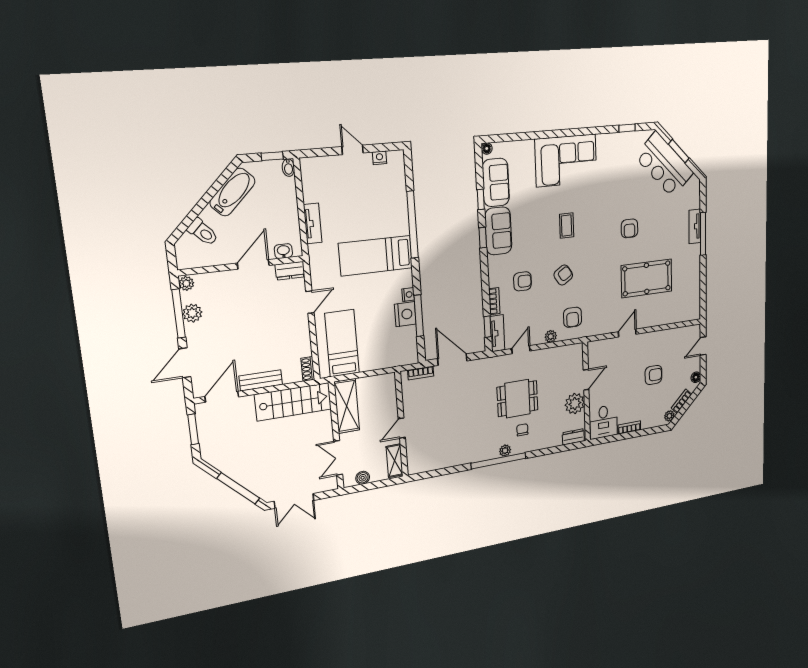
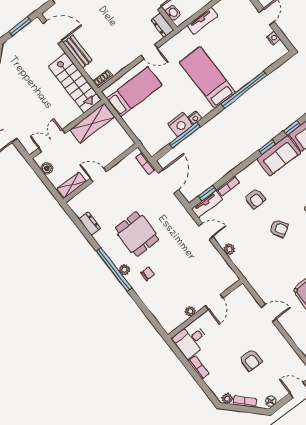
armchair: (573, 317) -> (253, 258), removed
door: (586, 380) -> (214, 302), hinge flipped
dining table: (517, 399) -> (137, 234), moved
plant: (575, 404) -> (190, 311), width x0.53, depth x0.53
dresser: (573, 437) -> (90, 224), moved

